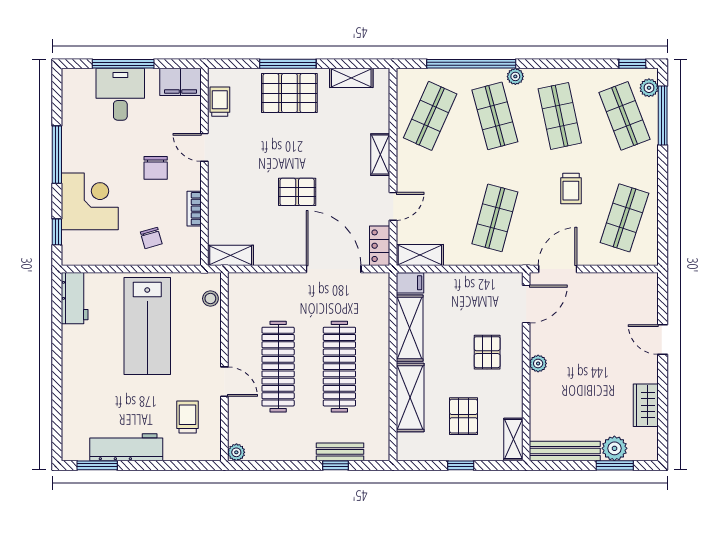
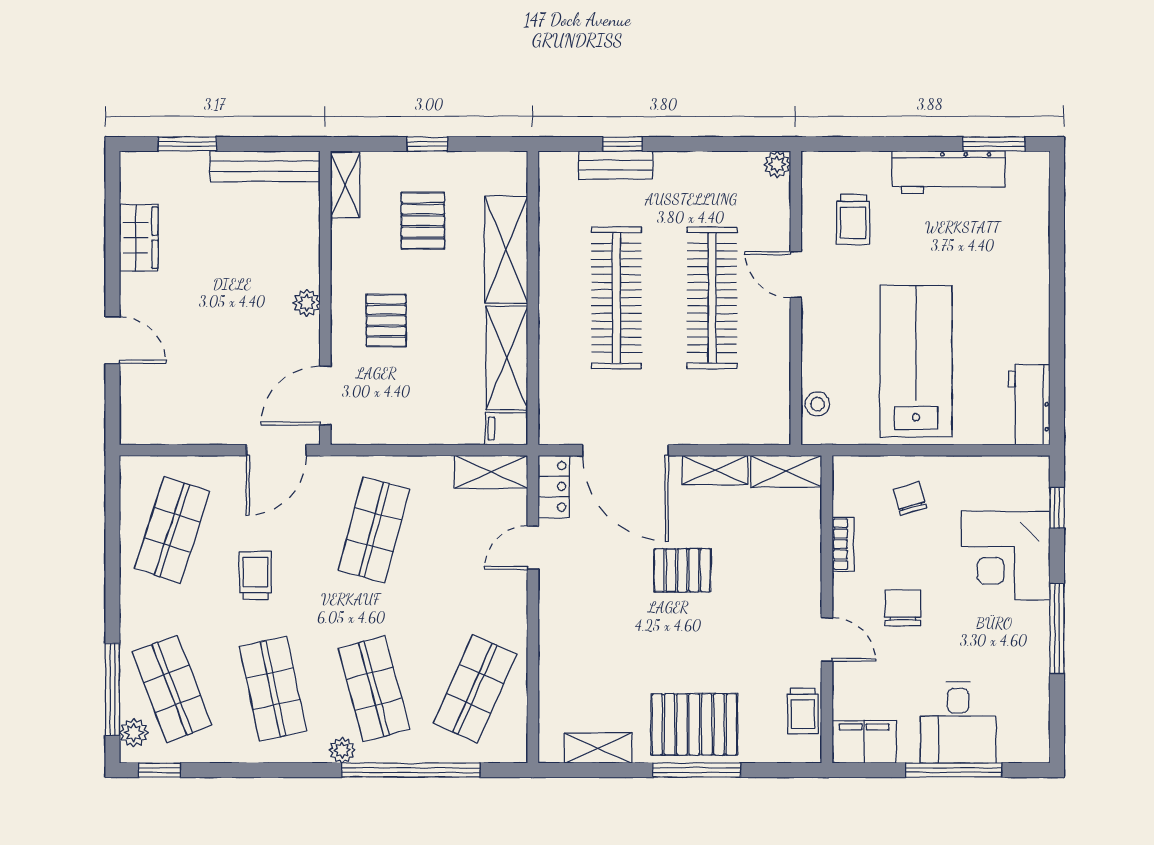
shelving: (380, 155) -> (715, 470), moved, turned 90
plant: (614, 448) -> (188, 170), removed

